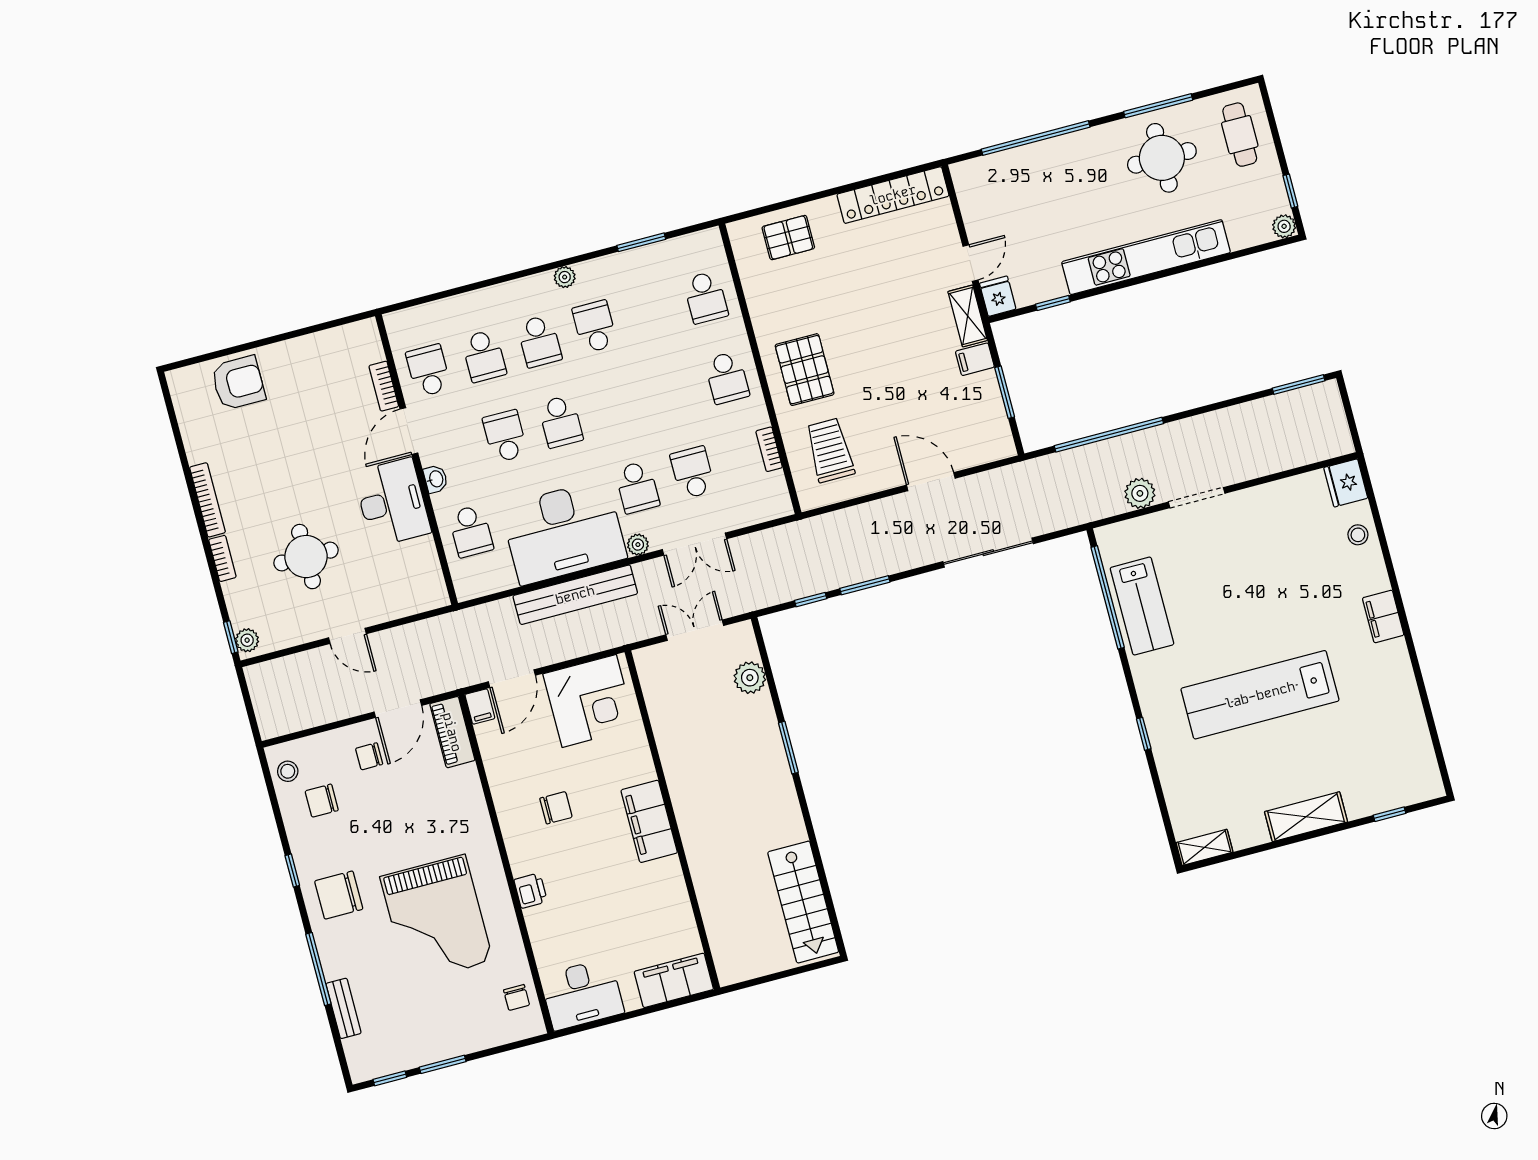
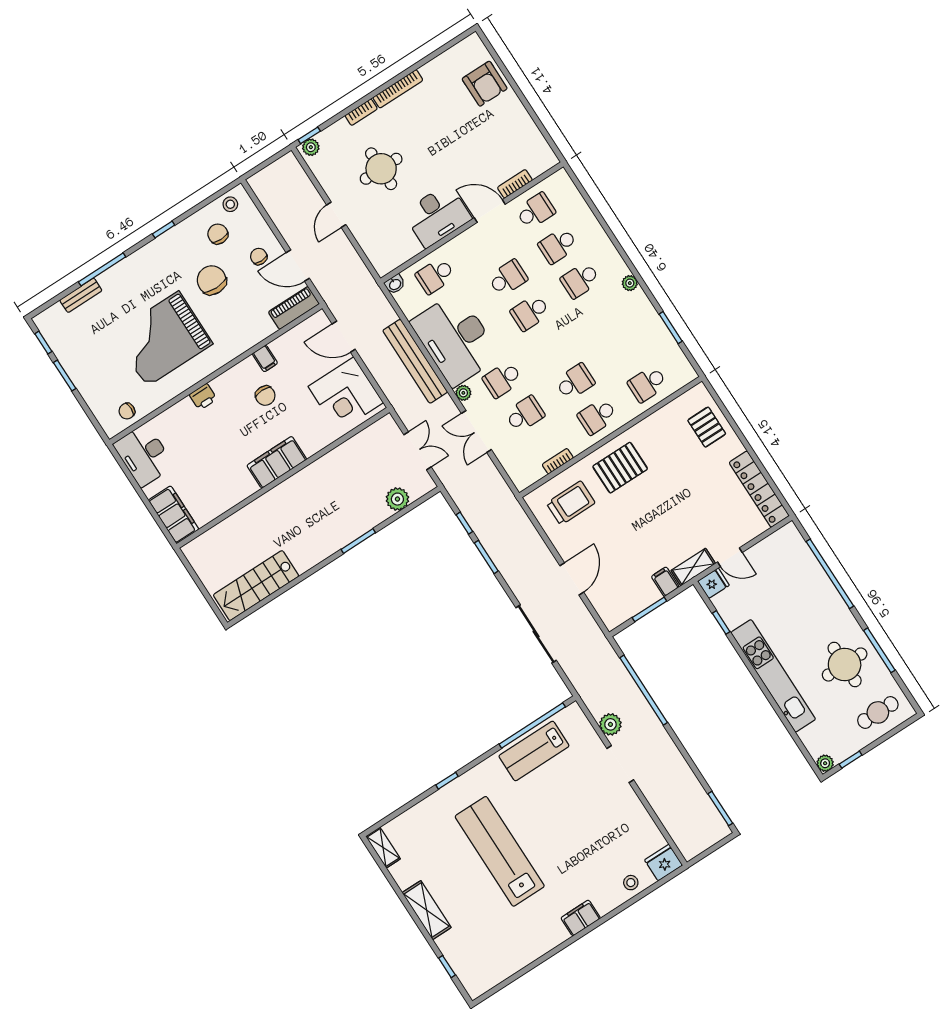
school desk: (595, 327) -> (575, 382), moved
washbasin: (436, 479) -> (395, 284), moved
filing cabinet: (480, 706) -> (265, 358), moved, turned -90
chair: (339, 895) -> (212, 280), moved

